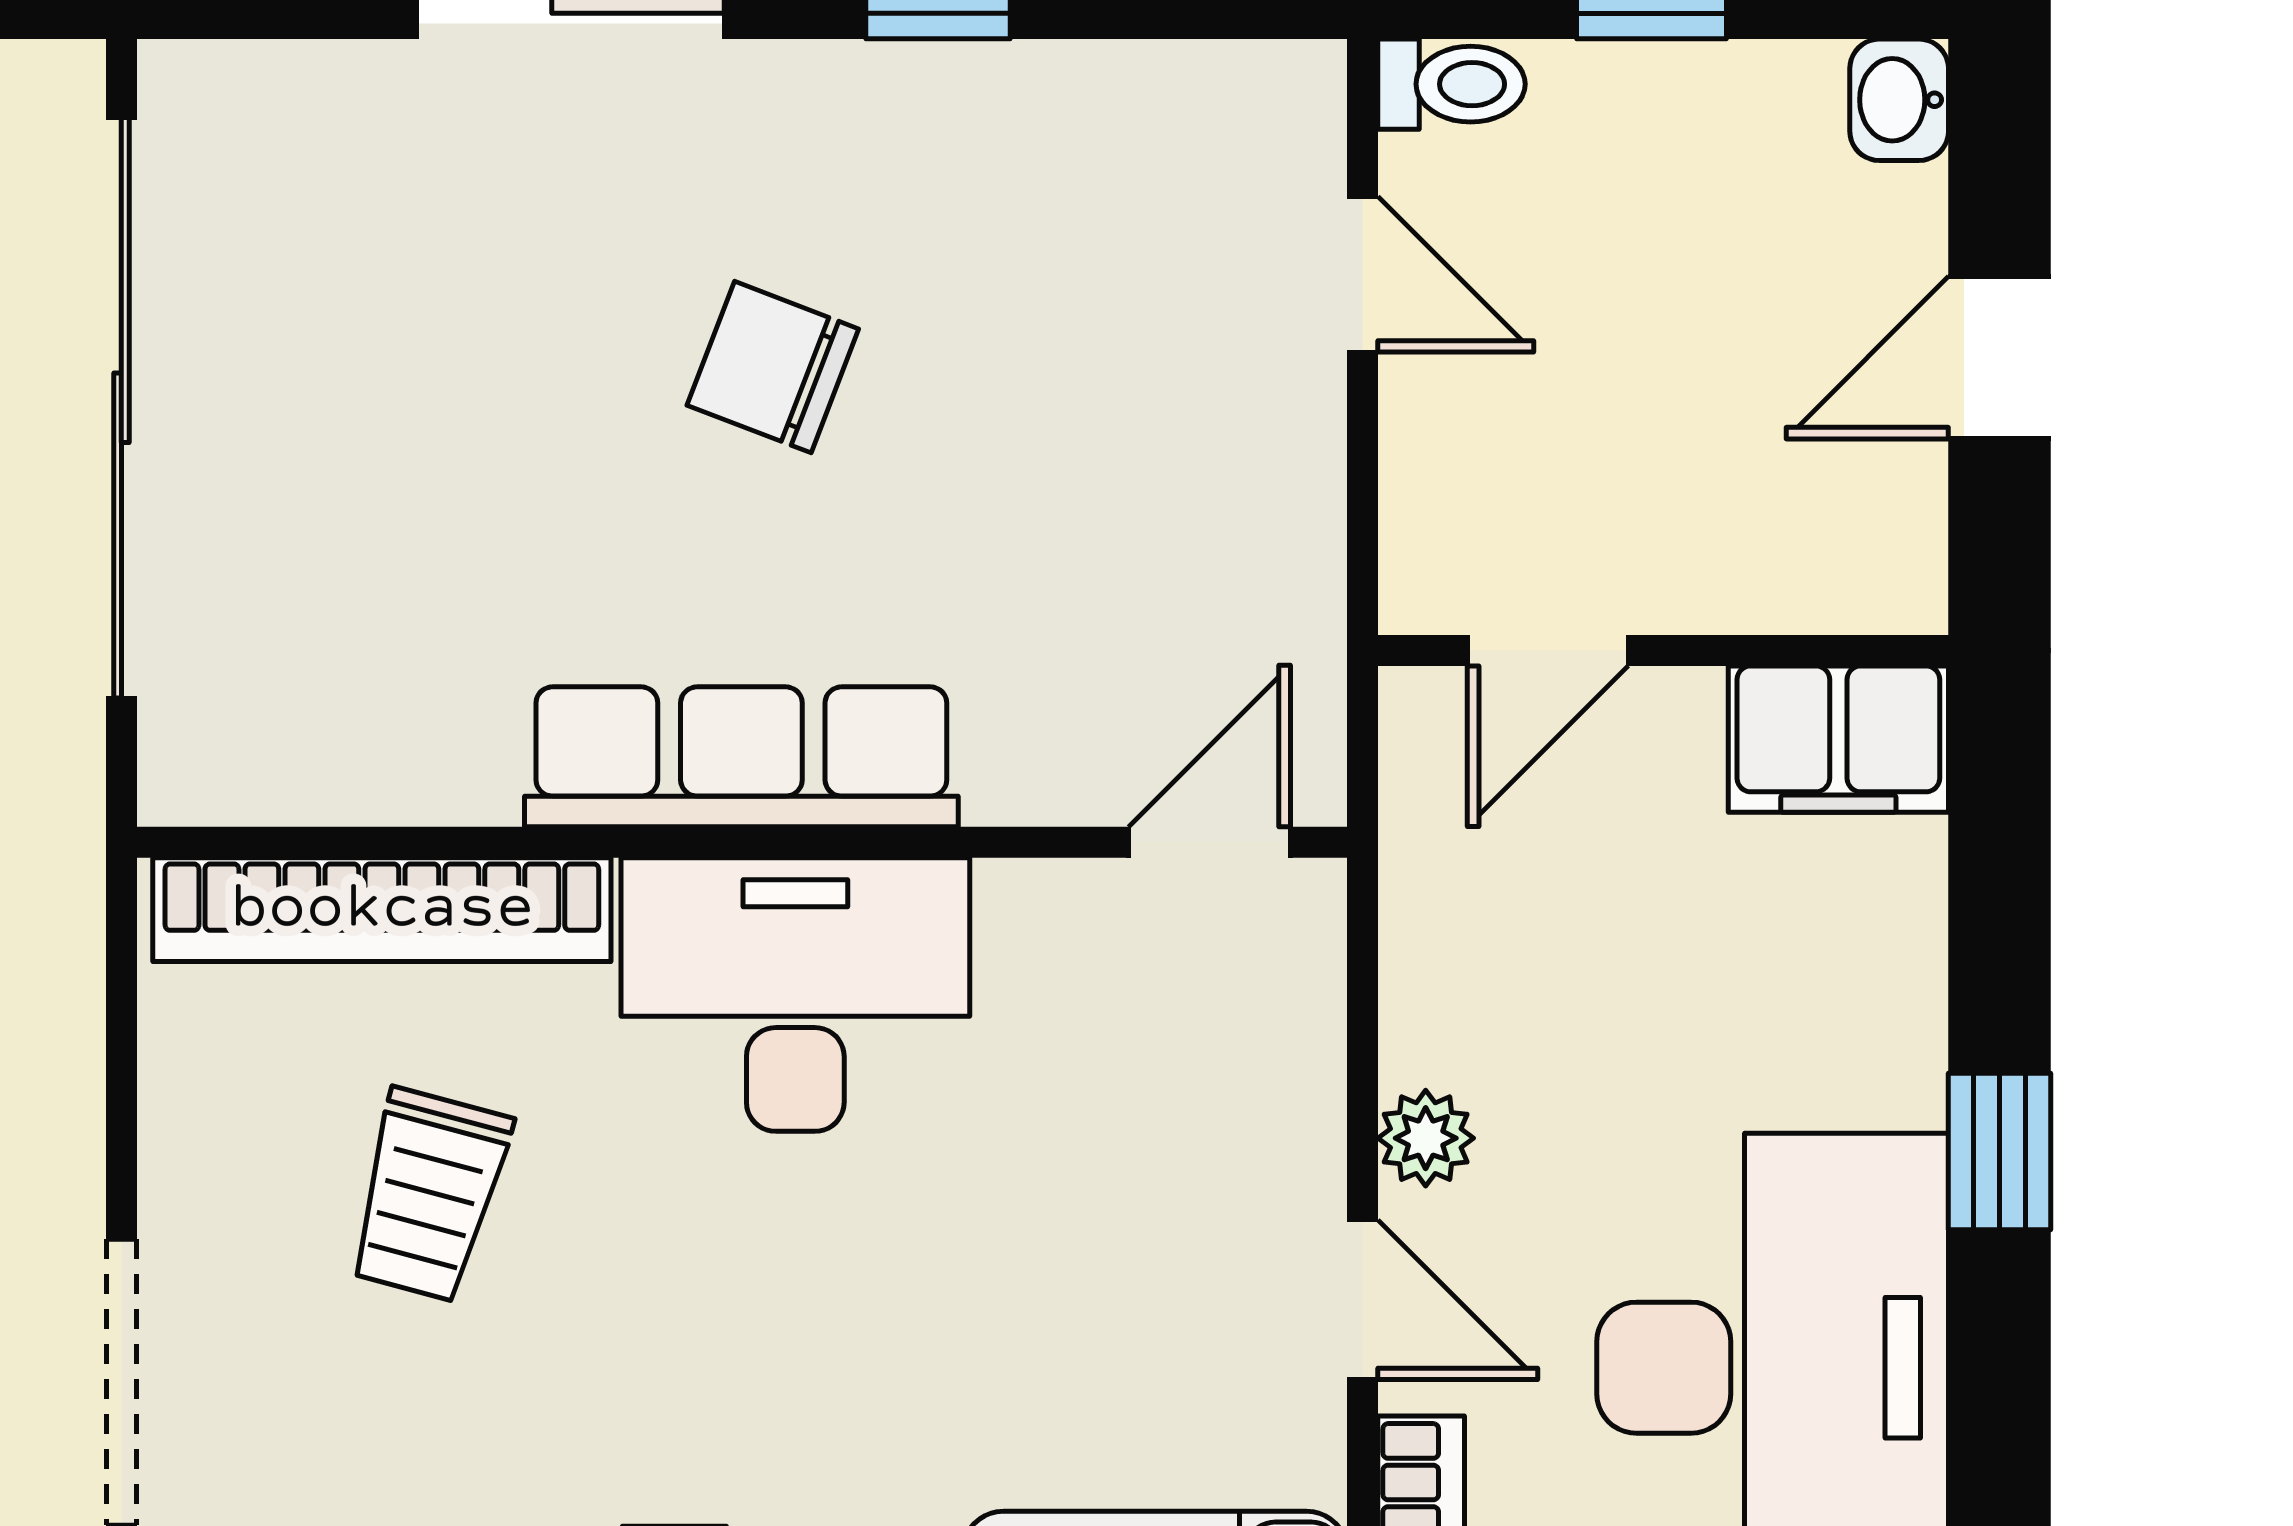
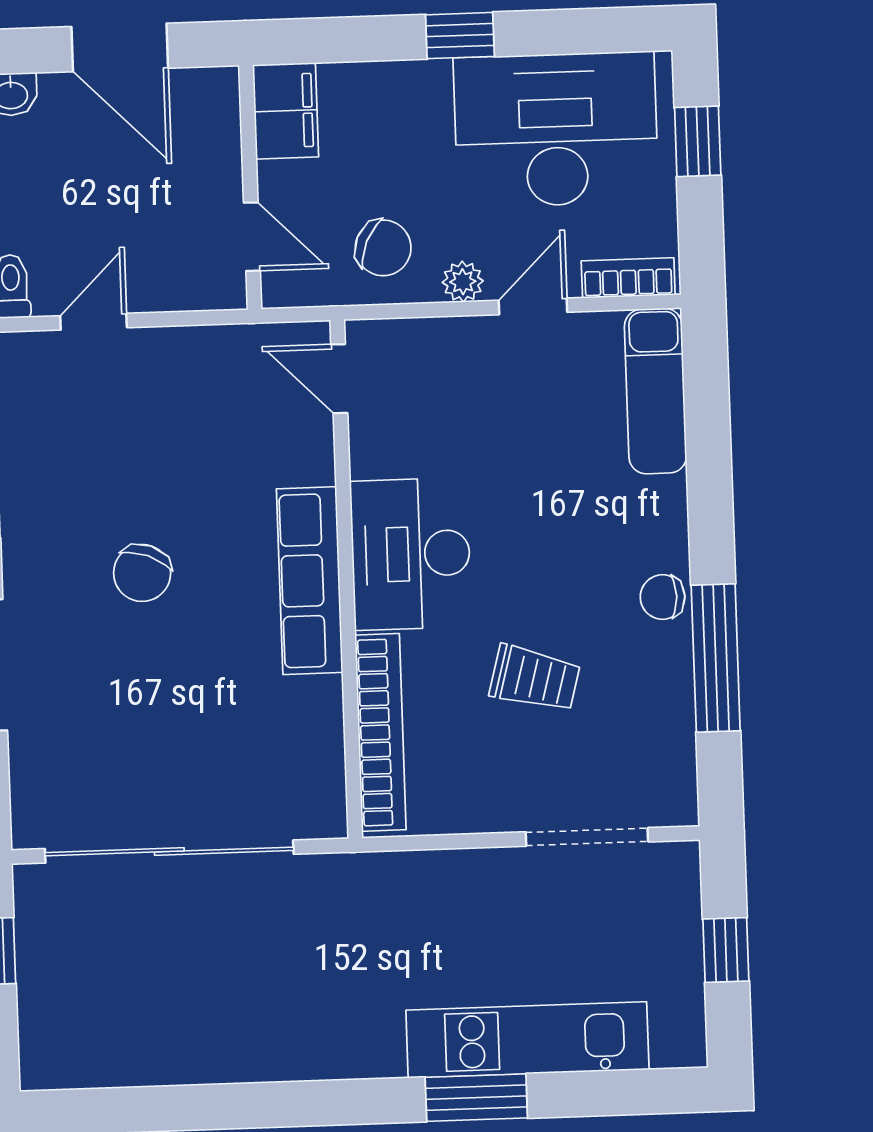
door: (2000, 358) -> (120, 47), width x1.38
chair: (1511, 955) -> (383, 248), added
trolley: (429, 1195) -> (535, 678), moved

